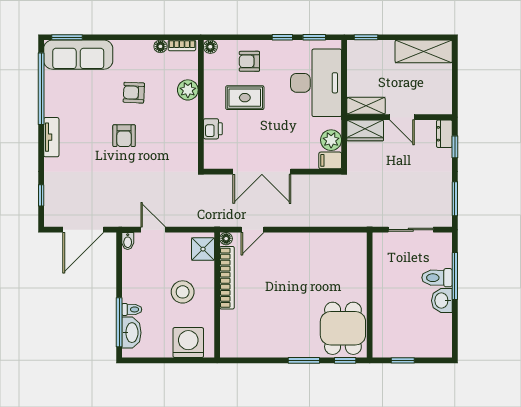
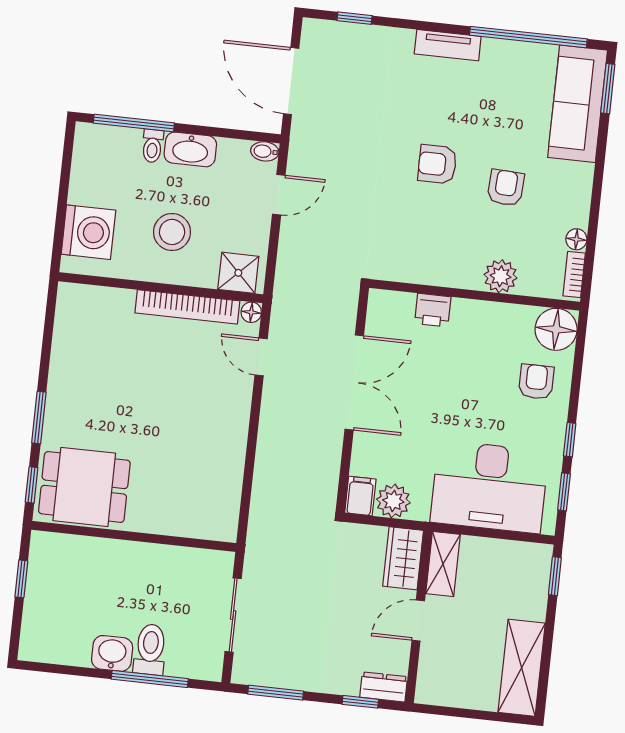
floor lamp: (210, 47) -> (556, 329), width x1.89, depth x1.89
rug: (245, 98) -> (478, 368), removed
double door: (262, 172) -> (354, 383), swing flipped
washbasin: (131, 333) -> (190, 149), moved

